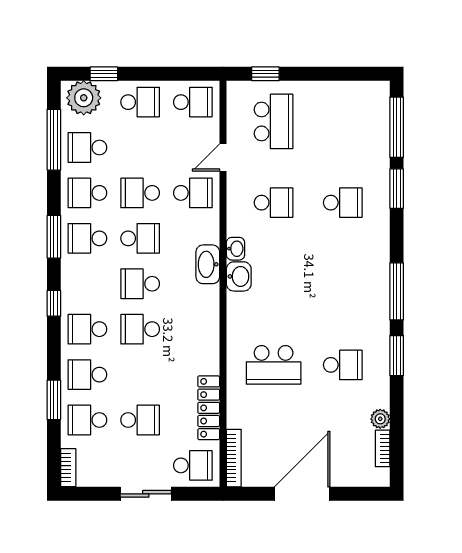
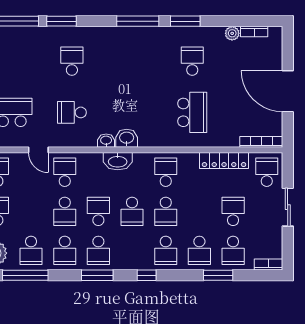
school desk: (274, 203) -> (72, 112), turned -90
school desk: (193, 329) -> (166, 172), added

